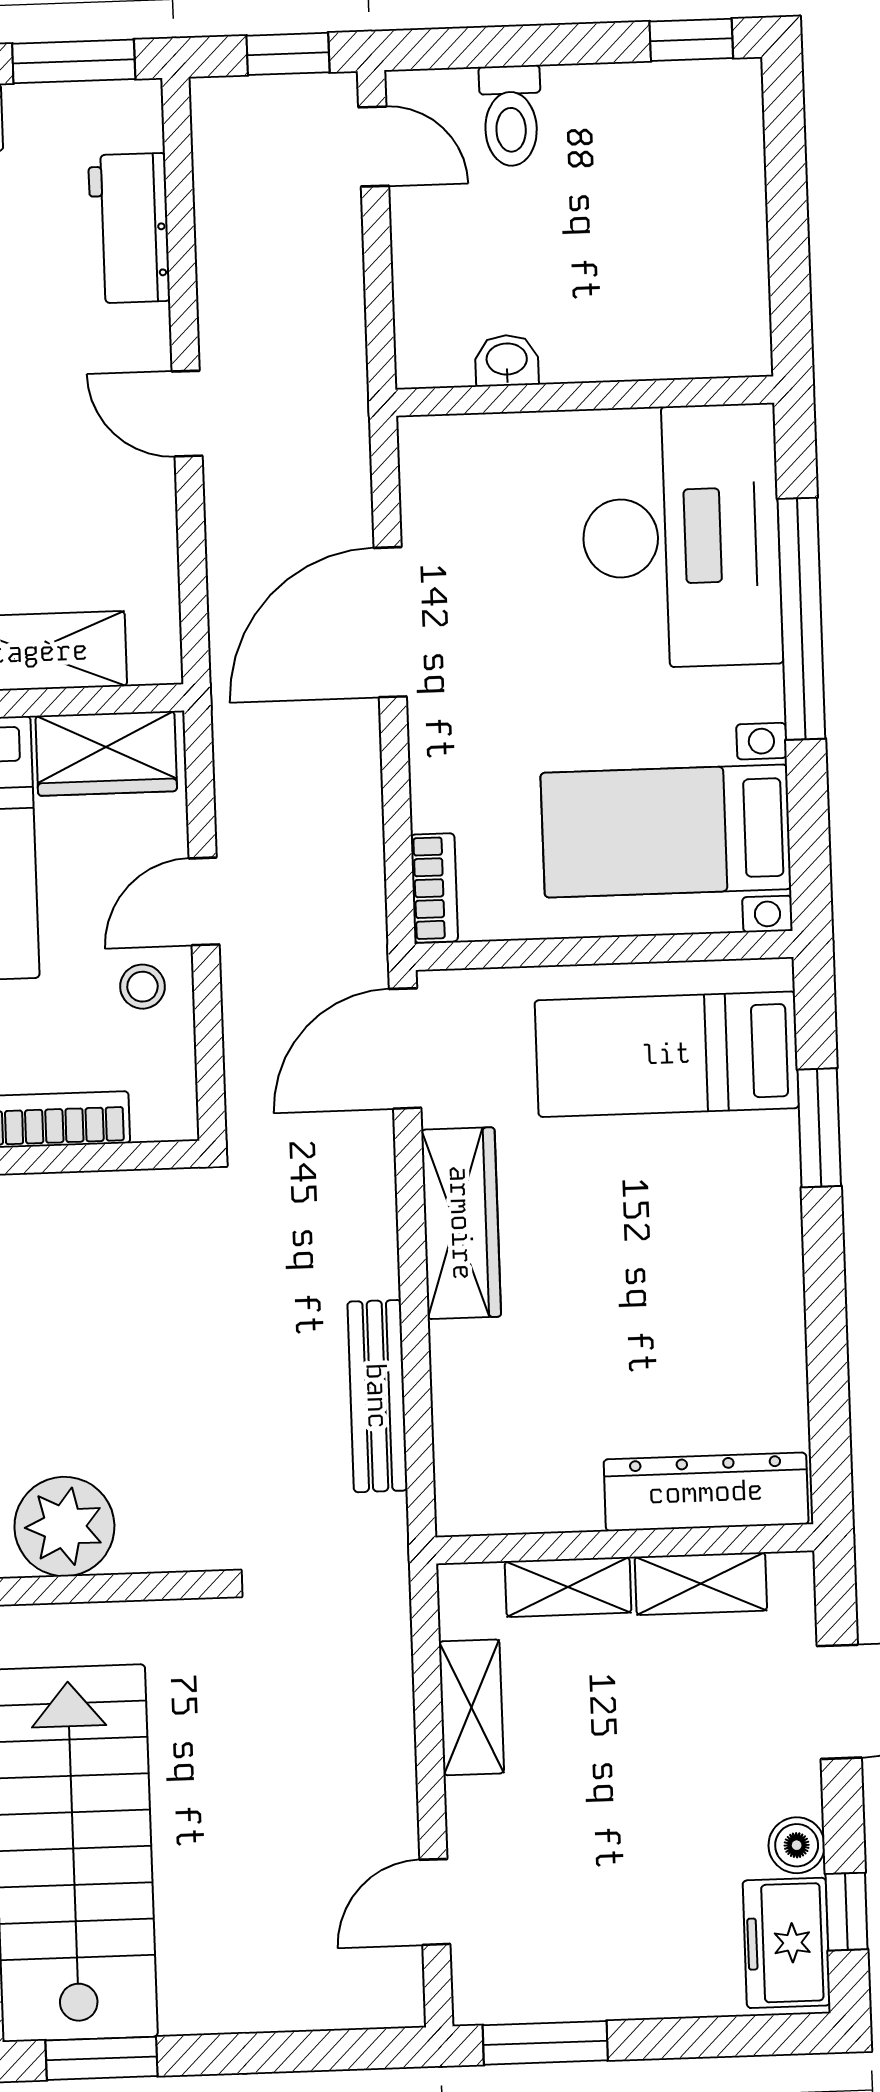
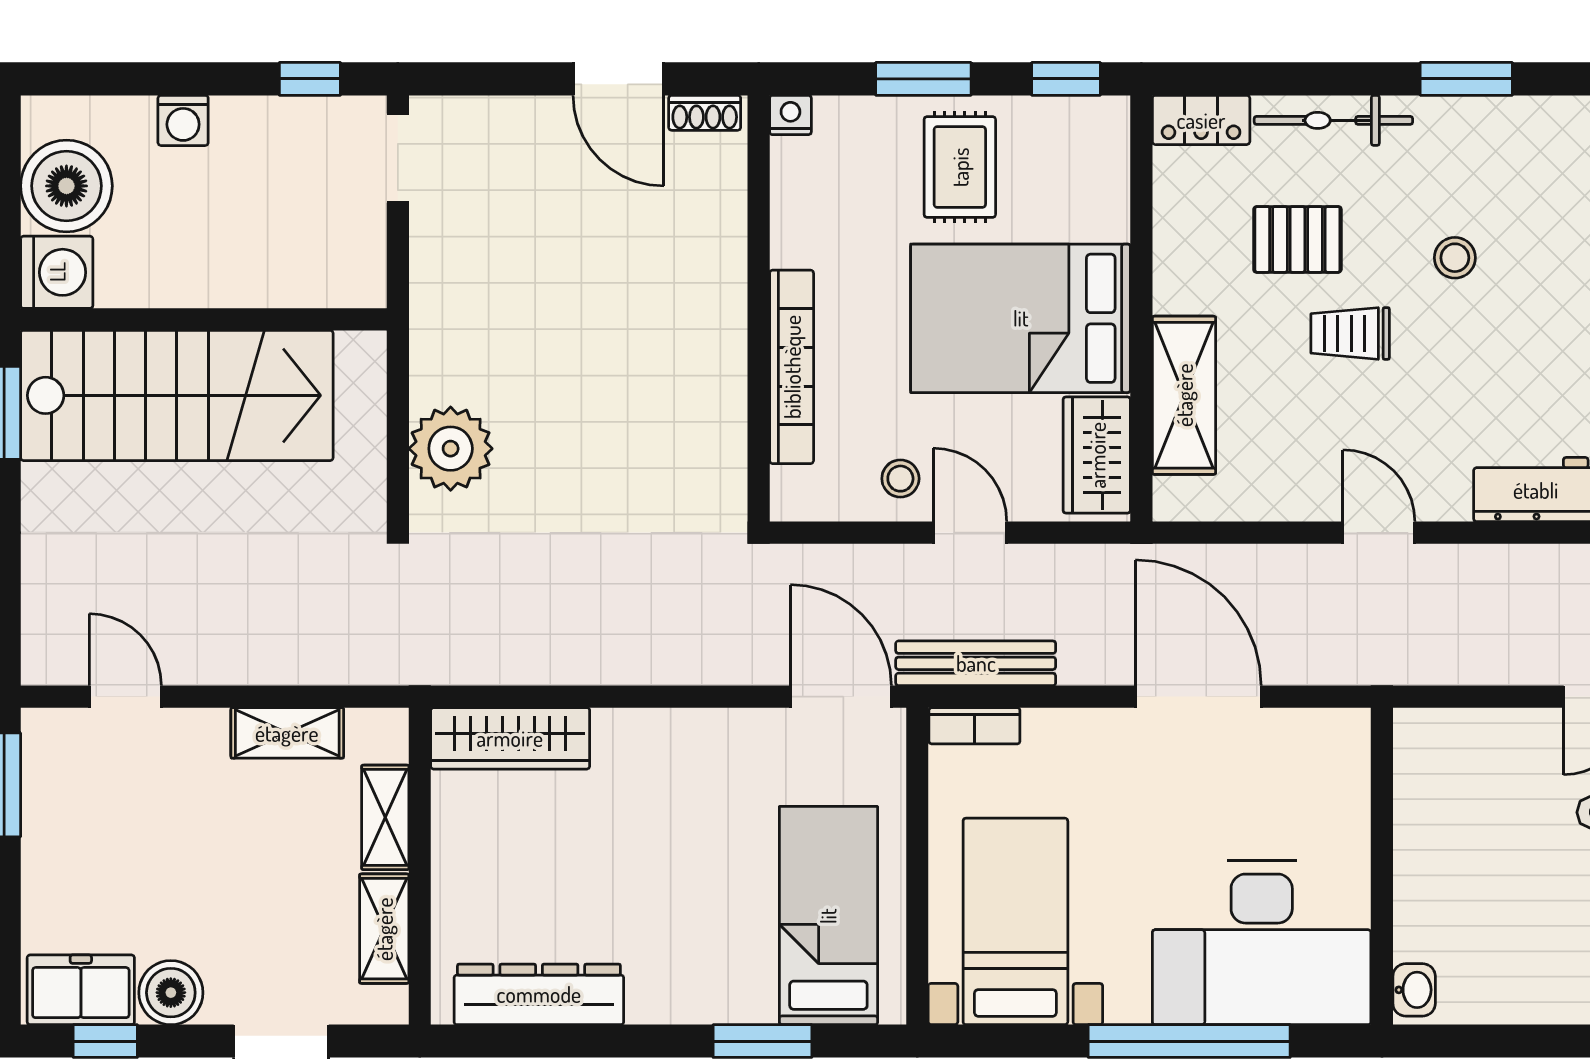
washbasin: (507, 360) -> (1414, 990), moved
door: (187, 414) -> (1379, 533), hinge flipped
wardrobe: (461, 1223) -> (510, 738), moved
bench: (377, 1396) -> (976, 663), moved
dresser: (706, 1492) -> (539, 994), moved, turned -90
plant: (64, 1527) -> (451, 449), moved
boiler: (797, 1845) -> (171, 993), width x1.36, depth x1.36

